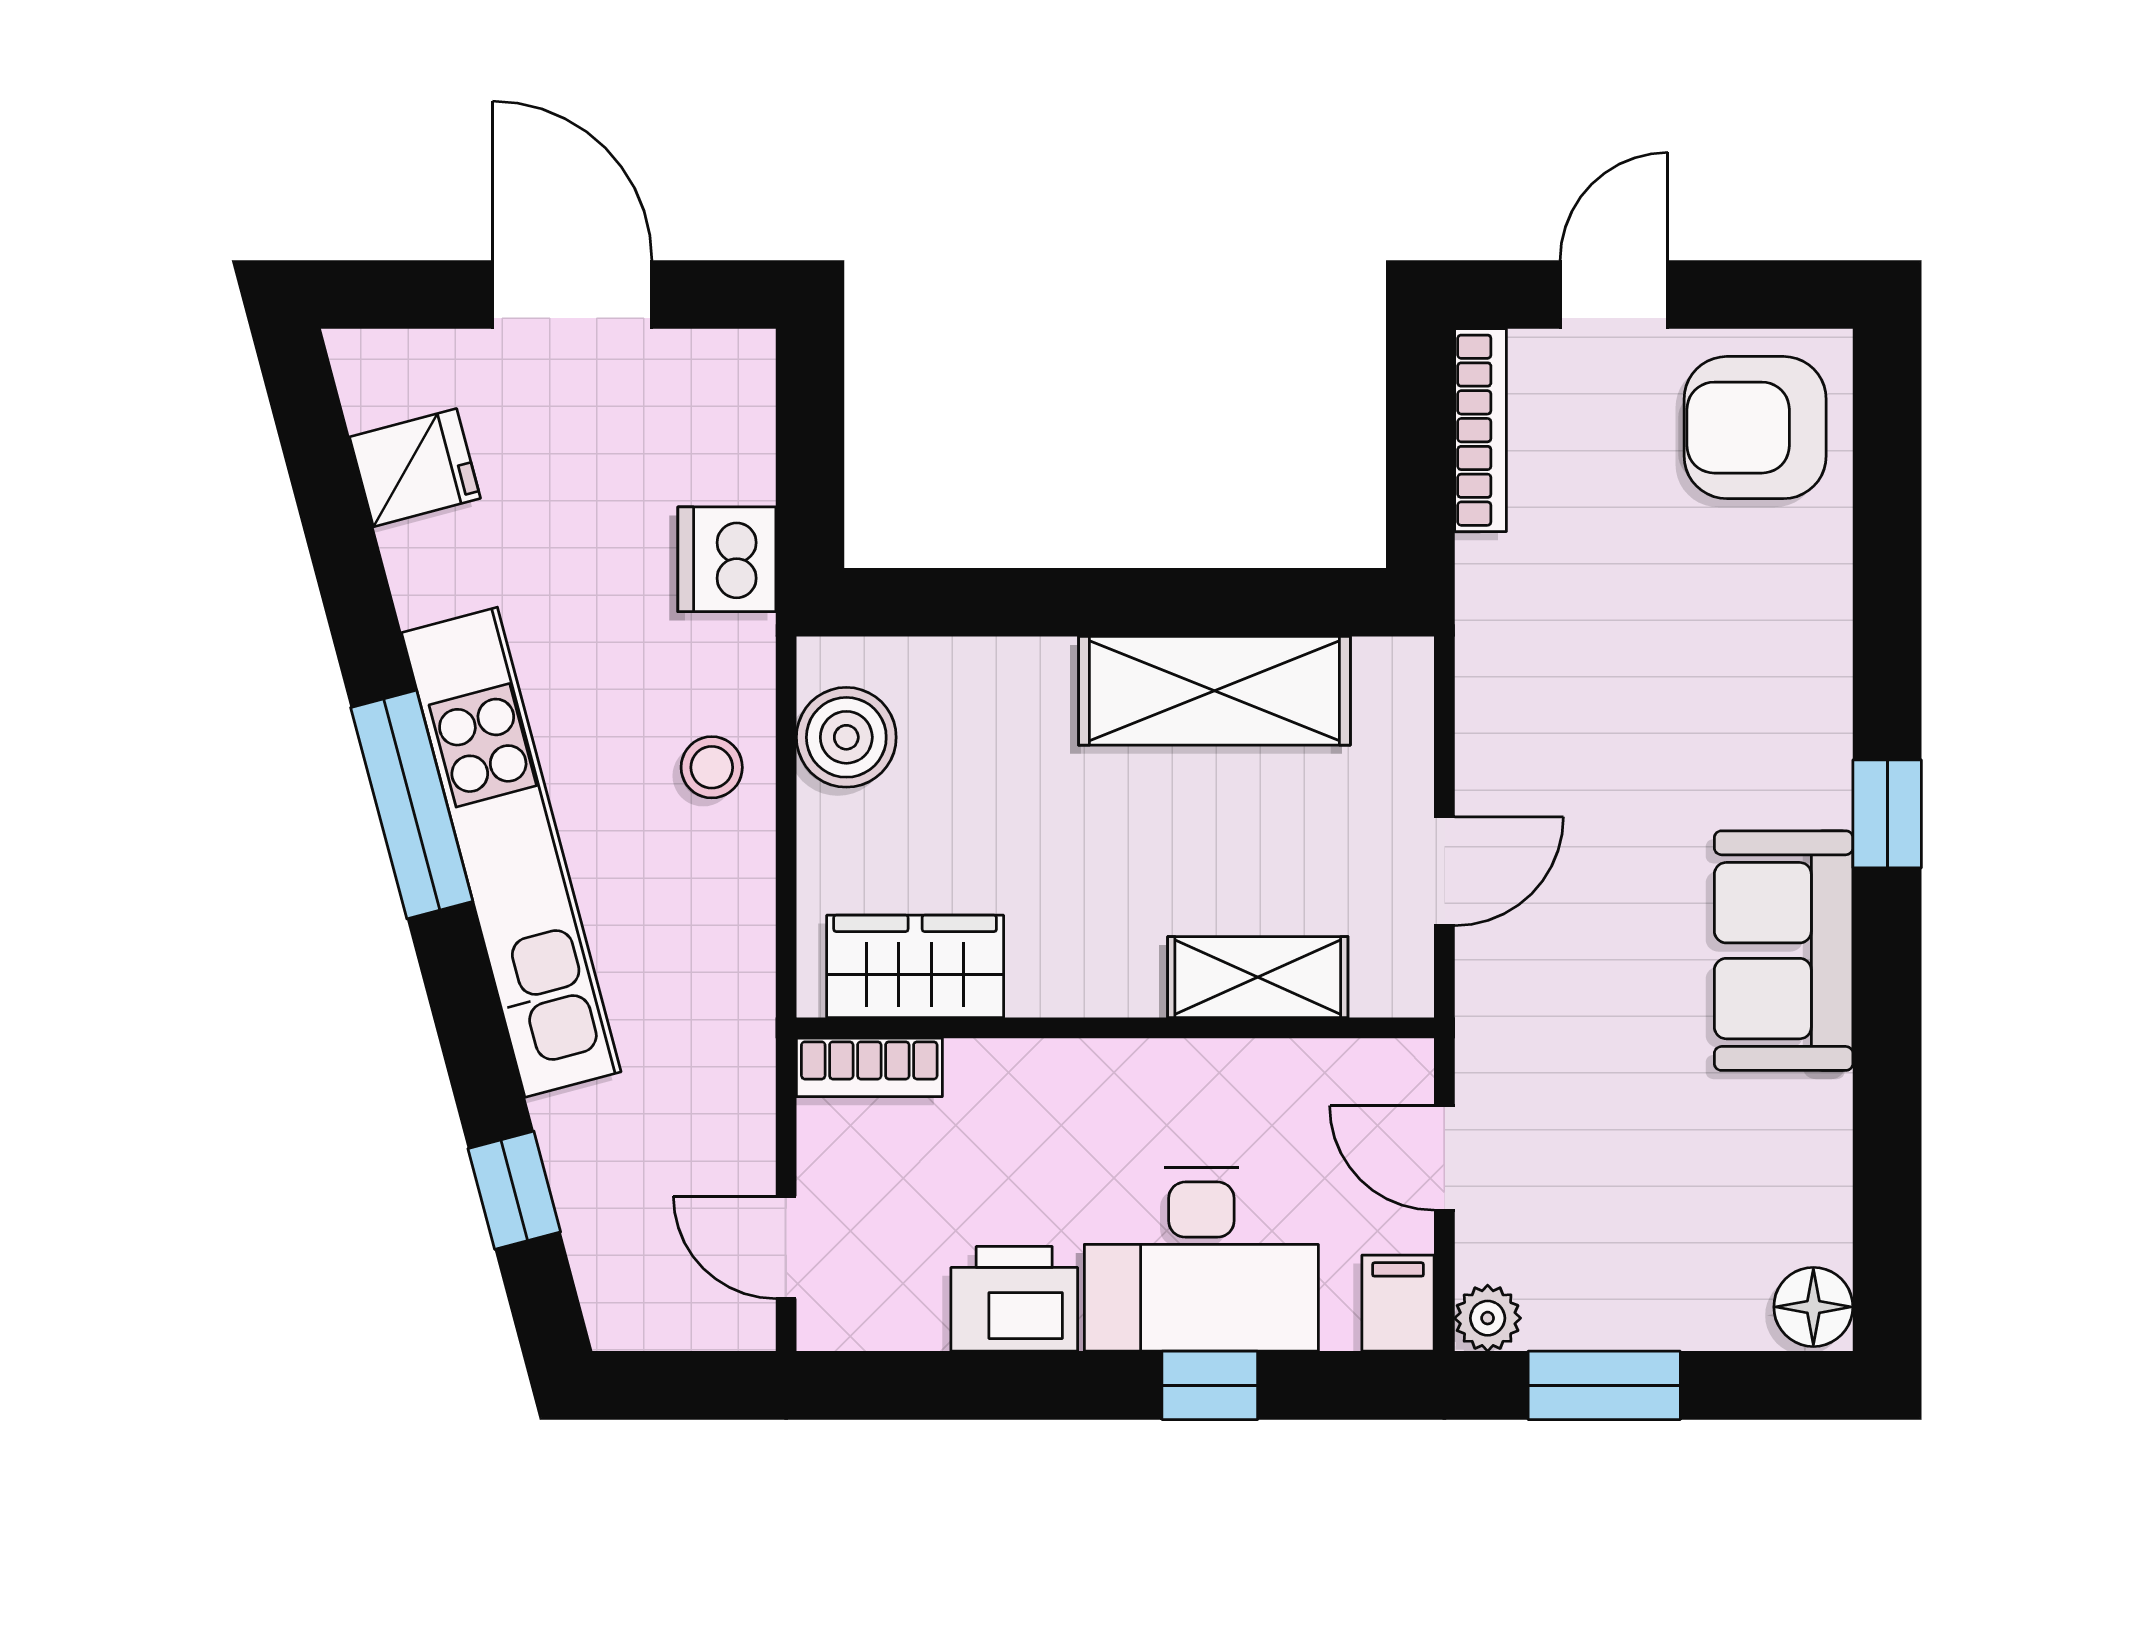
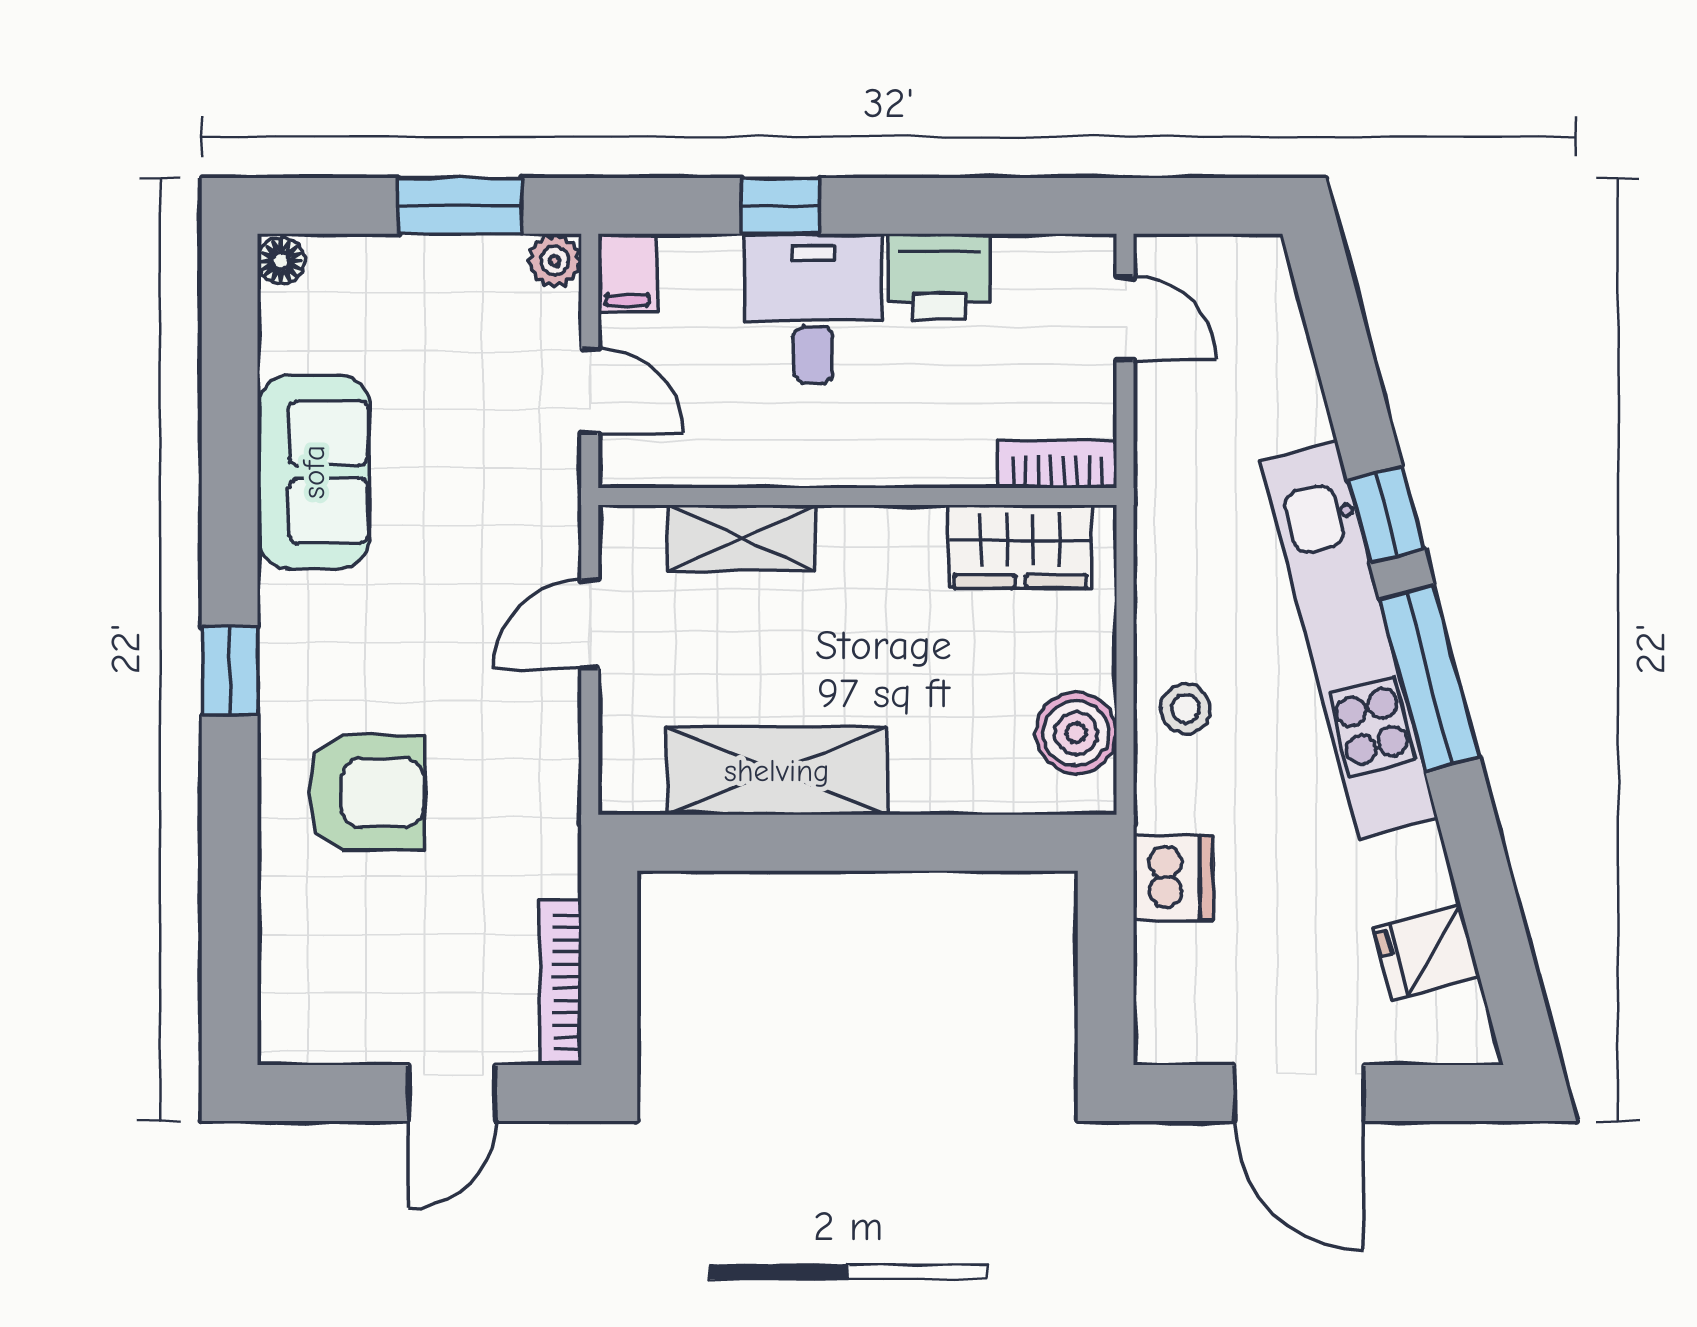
armchair: (1755, 428) -> (367, 793), moved
sofa: (1784, 951) -> (314, 472), moved
window: (514, 1190) -> (1386, 515), moved
desk: (1201, 1259) -> (813, 309), width x0.73
floor lamp: (1813, 1307) -> (281, 261), width x0.73, depth x0.73

